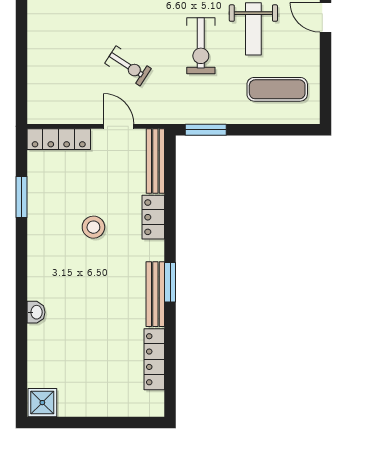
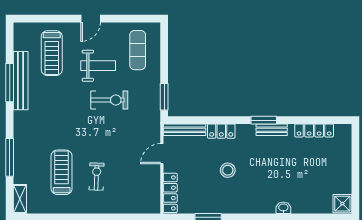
exercise bike: (128, 66) -> (97, 177), moved, turned -31
bench: (155, 294) -> (272, 130), width x0.73

